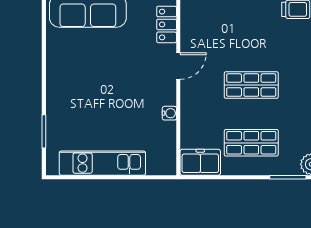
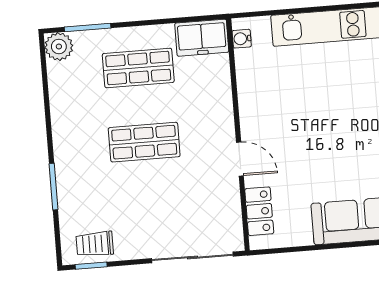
door: (178, 66) -> (240, 159), swing flipped
water cooler: (169, 113) -> (242, 39), moved

